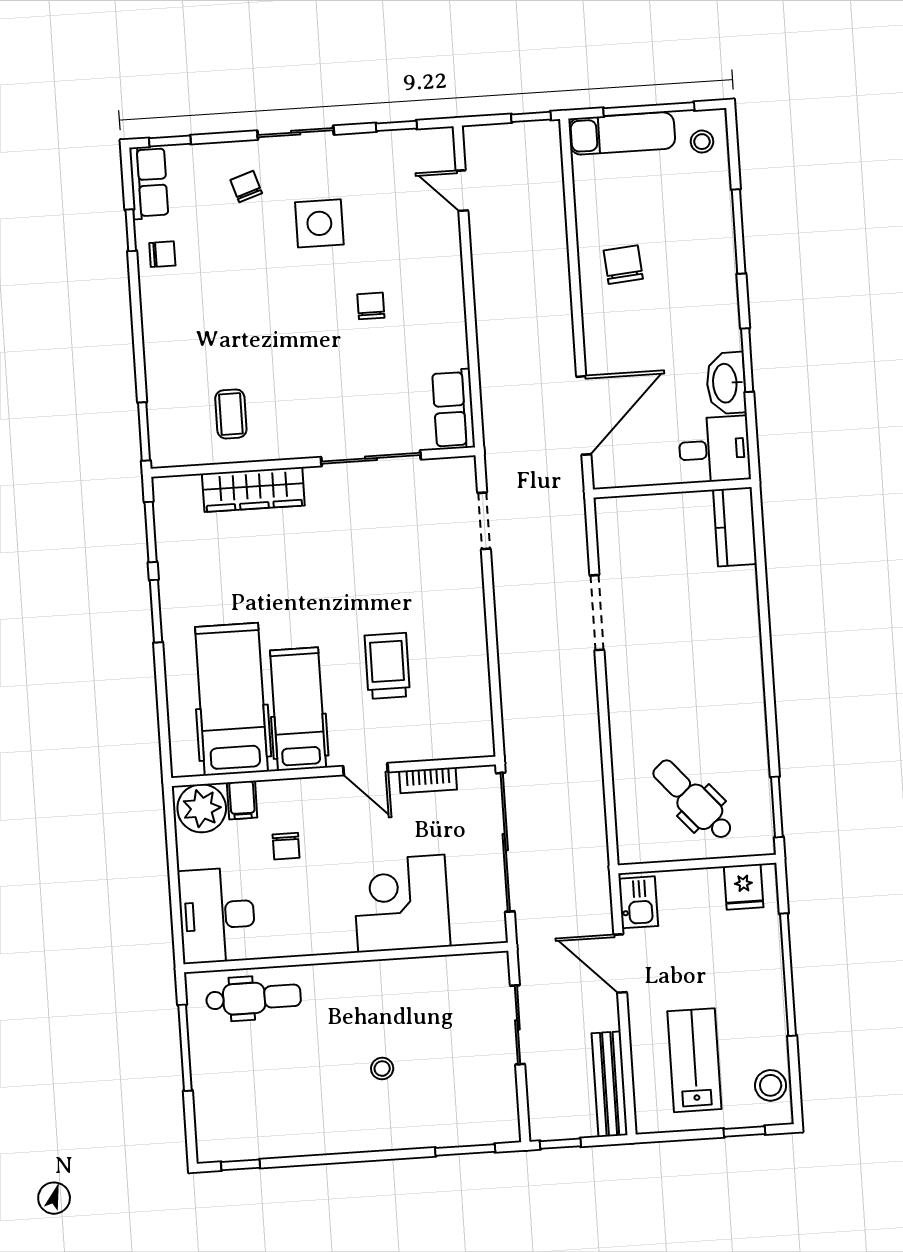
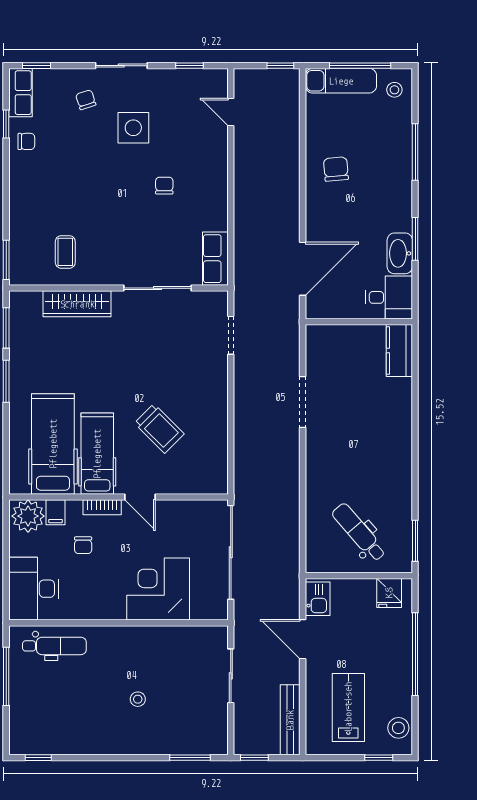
trolley: (387, 666) -> (159, 428), turned 135
bookcase: (428, 780) -> (102, 507), moved

